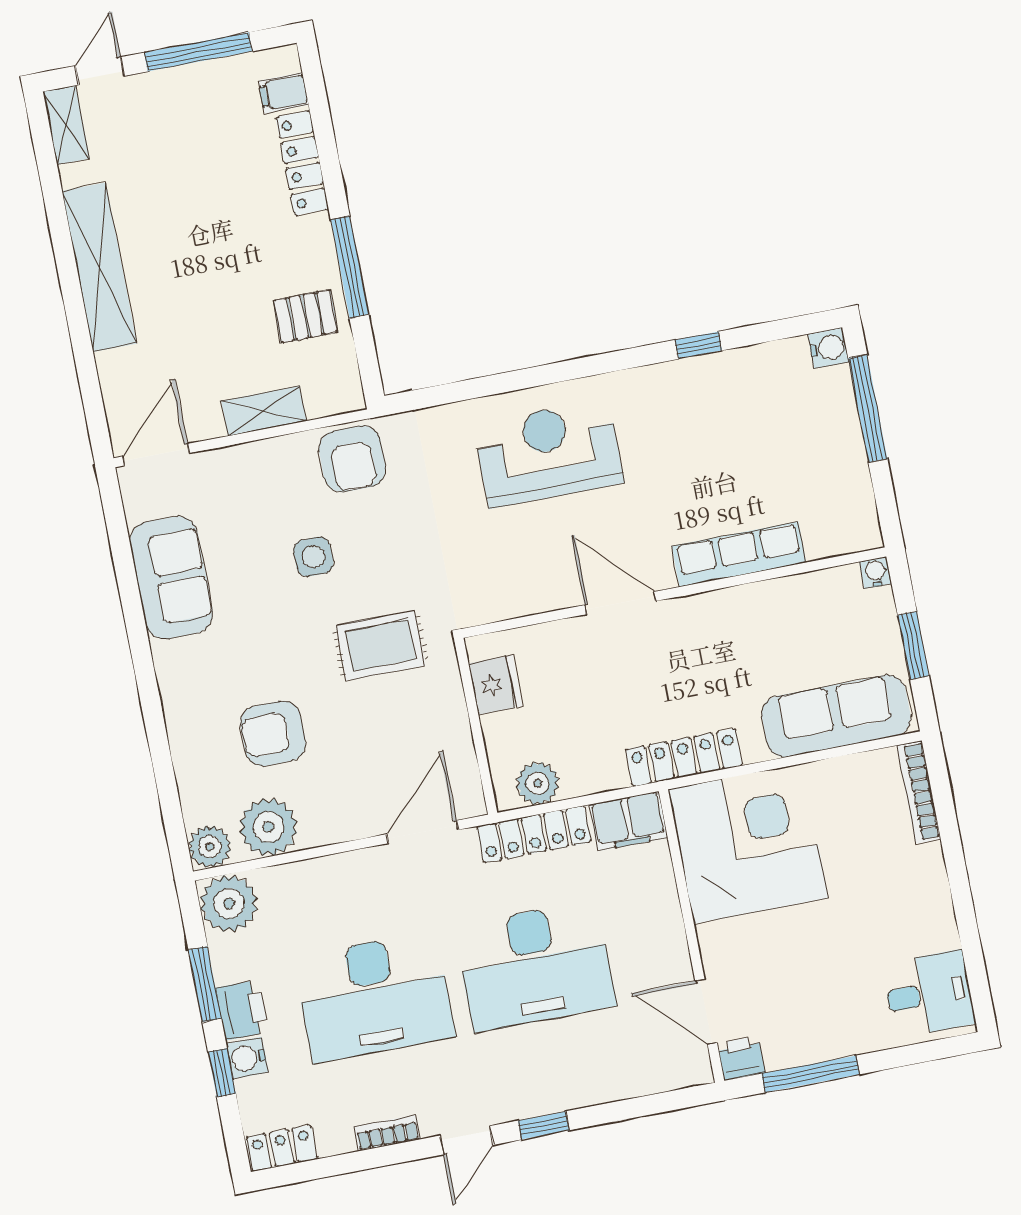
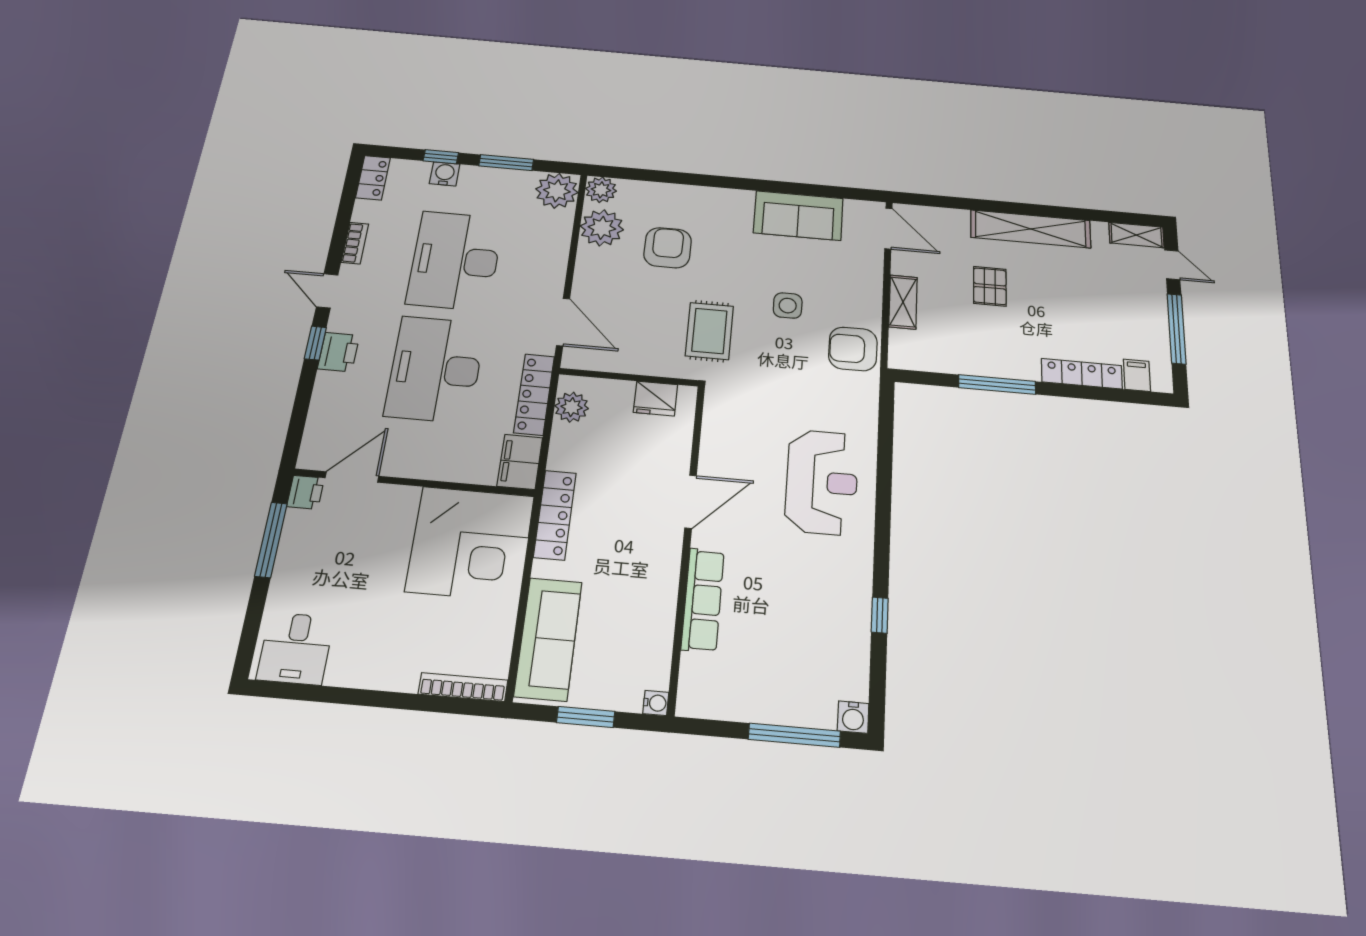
pallet: (306, 316) -> (990, 286), moved
printer: (242, 1010) -> (339, 352), moved, turned -90

